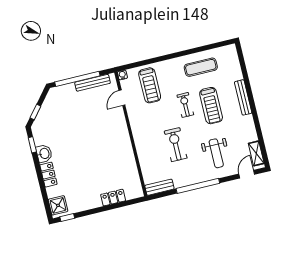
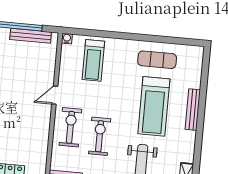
door: (122, 98) -> (55, 95), moved
exercise bike: (185, 105) -> (70, 127), moved, width x1.38, depth x1.39
treadmill: (211, 106) -> (154, 106), width x1.37, depth x1.38

